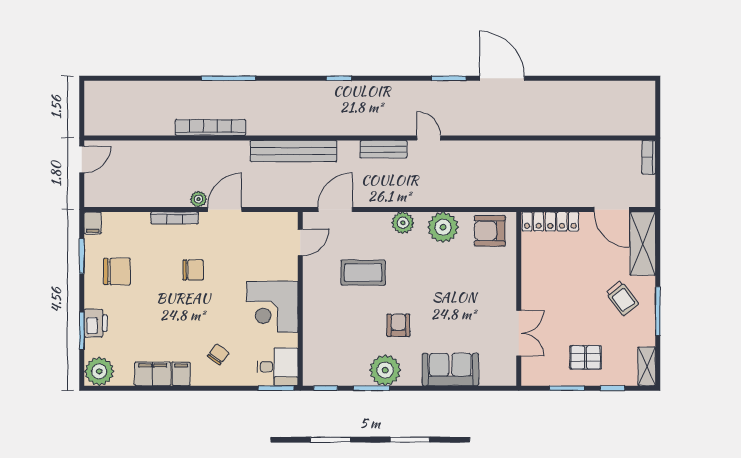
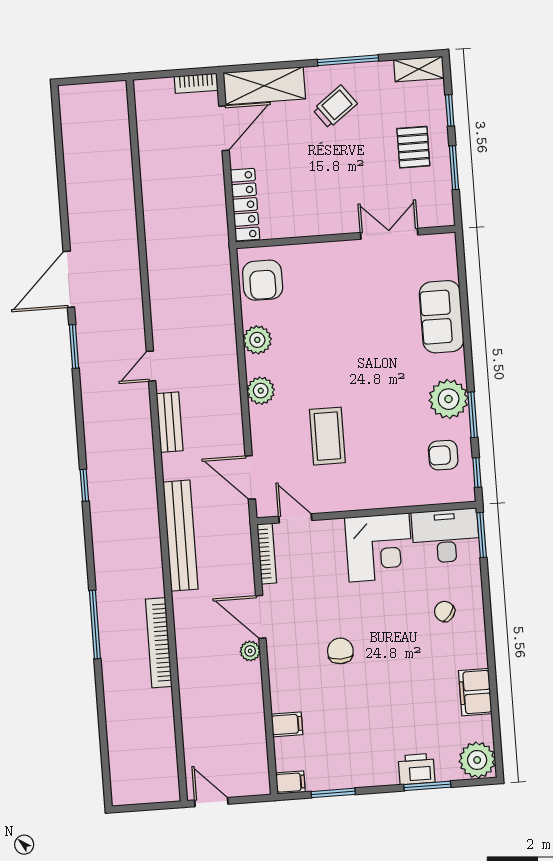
bookcase: (649, 157) -> (196, 83), moved
bookcase: (175, 218) -> (267, 554), moved
plant: (443, 227) -> (257, 340), width x0.73, depth x0.73
chair: (117, 272) -> (349, 747), removed
armchair: (398, 325) -> (443, 455), moved
desk: (278, 367) -> (446, 536), width x1.37
filing cabinet: (181, 374) -> (287, 724), moved, turned 180

